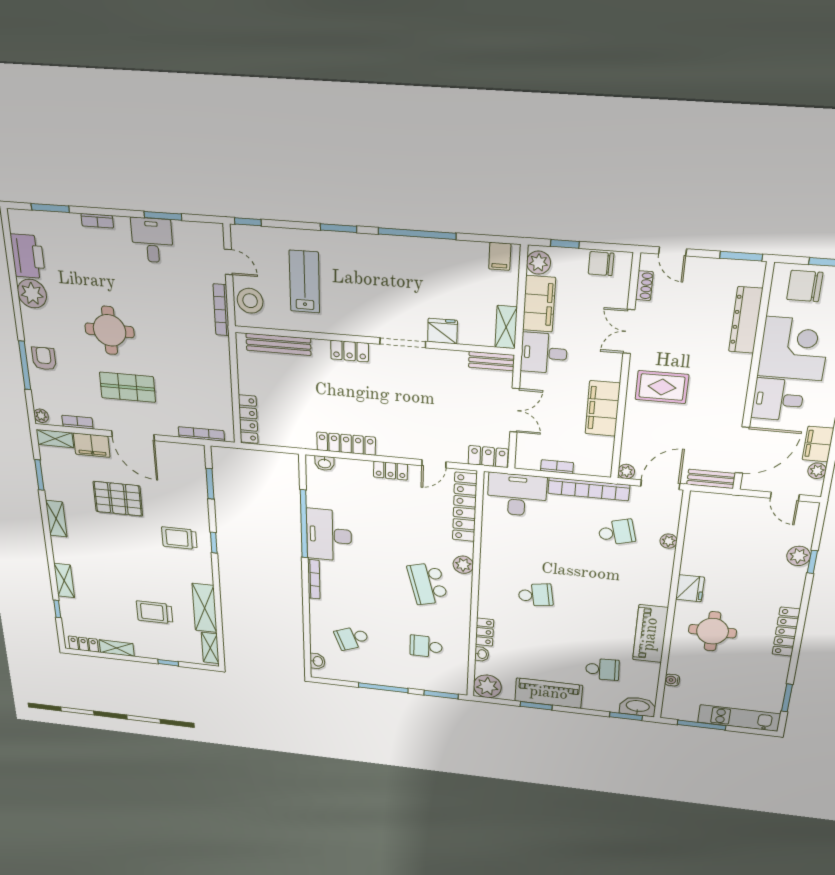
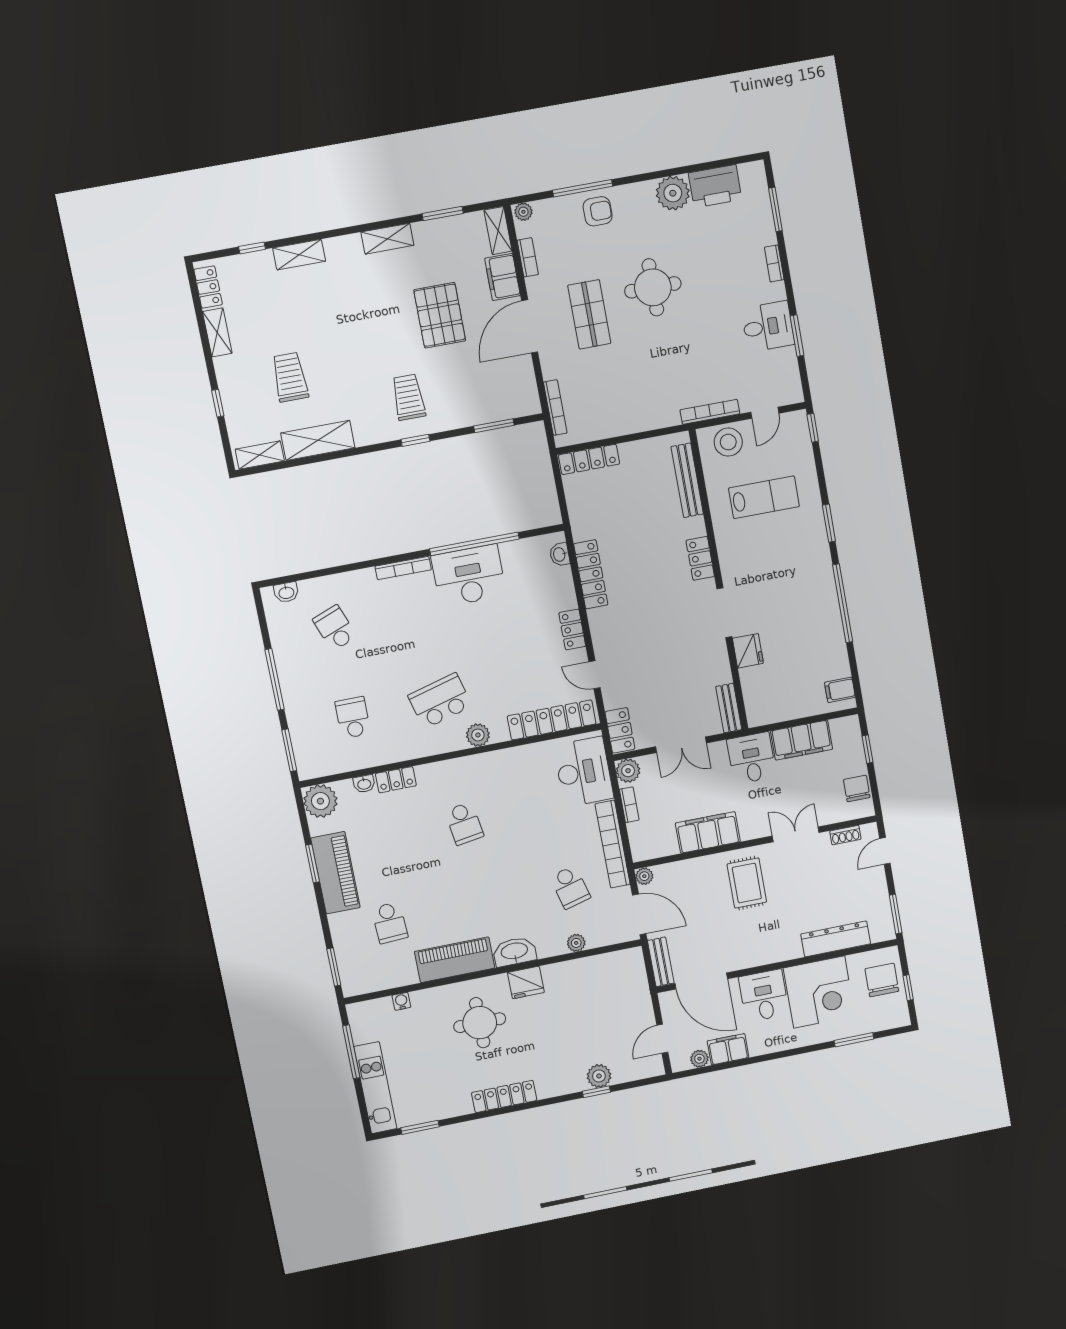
plant: (539, 263) -> (628, 771), moved
shelving: (506, 327) -> (769, 714), removed
washbasin: (638, 706) -> (514, 952), moved, turned -90

